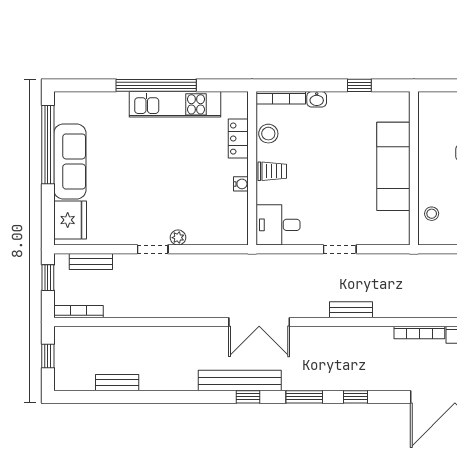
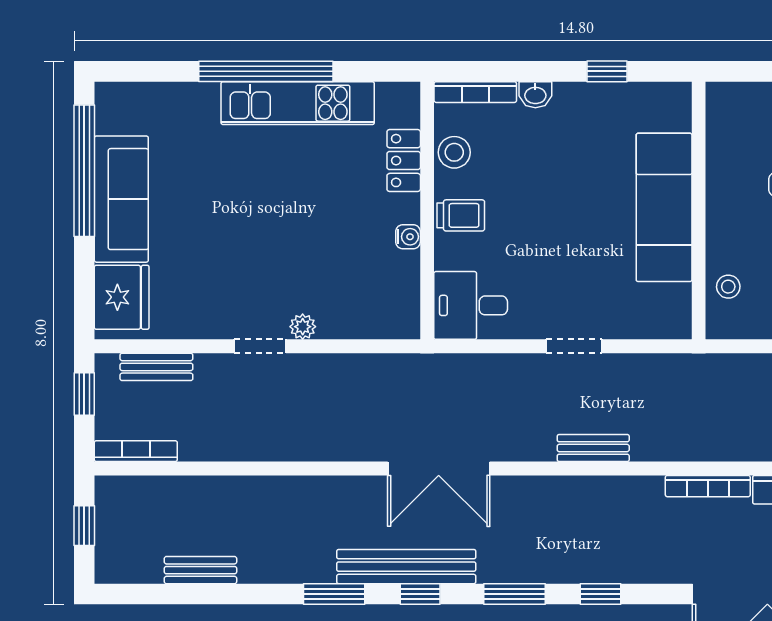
window: (197, 397) -> (334, 594), added

